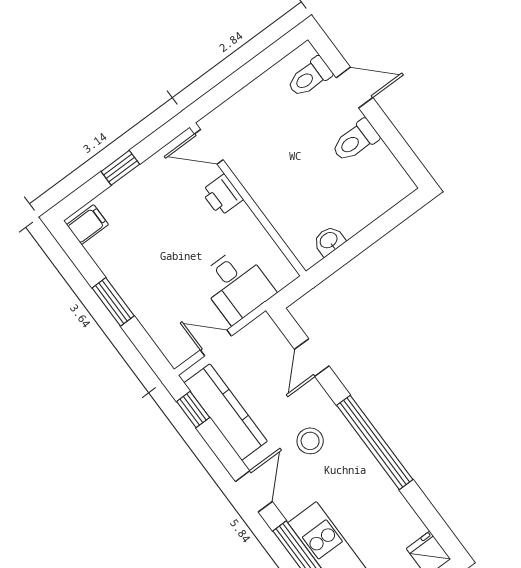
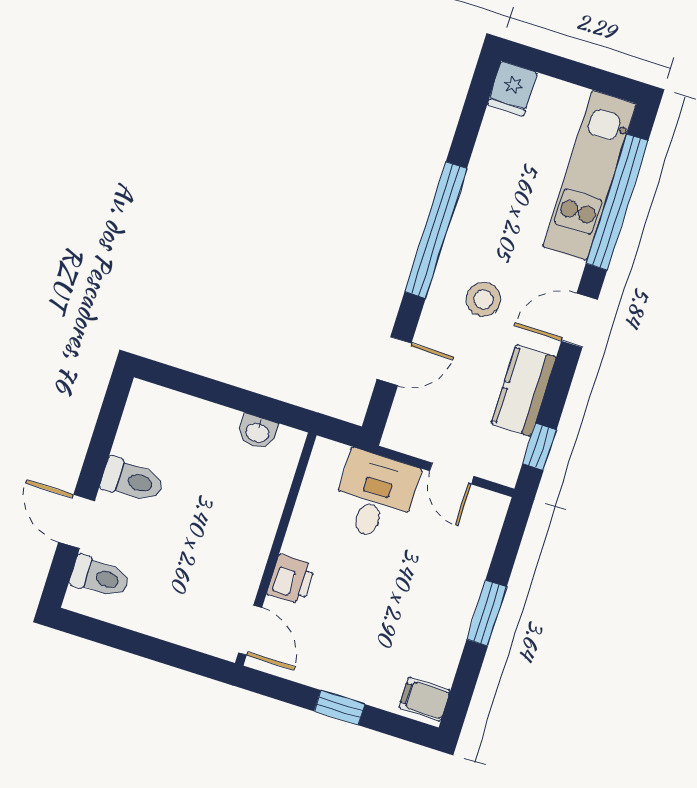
kitchen counter: (226, 412) -> (524, 391), width x0.67

